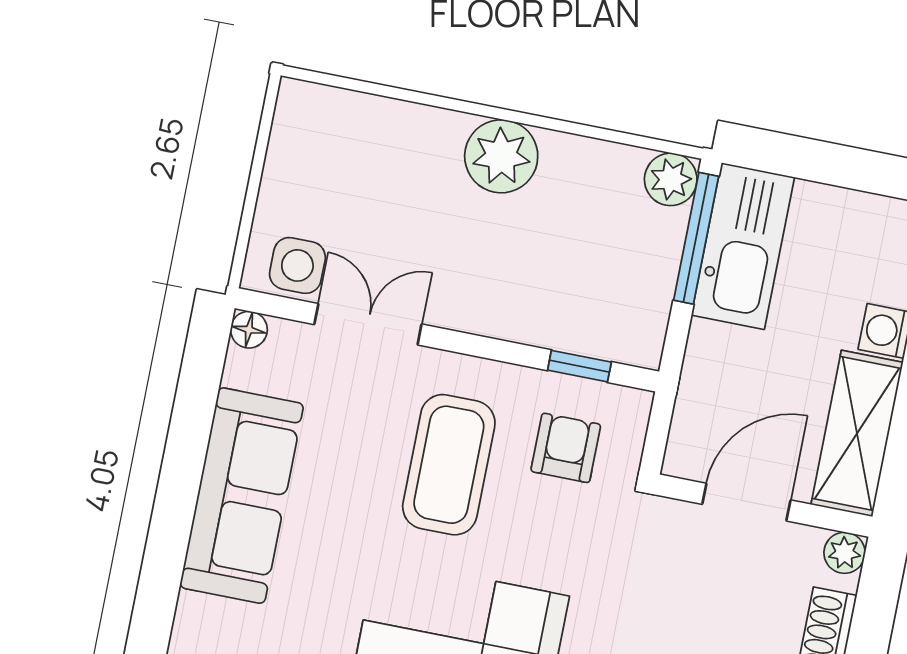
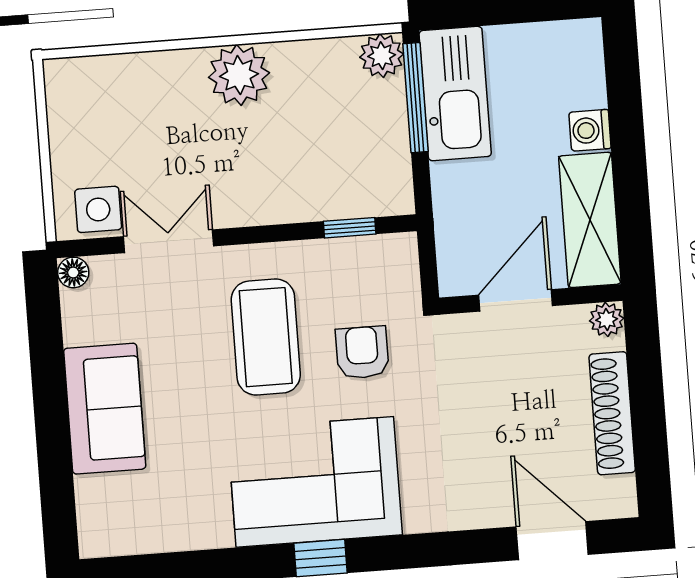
armchair: (566, 448) -> (362, 352), moved
sofa: (242, 496) -> (105, 409), width x0.73

